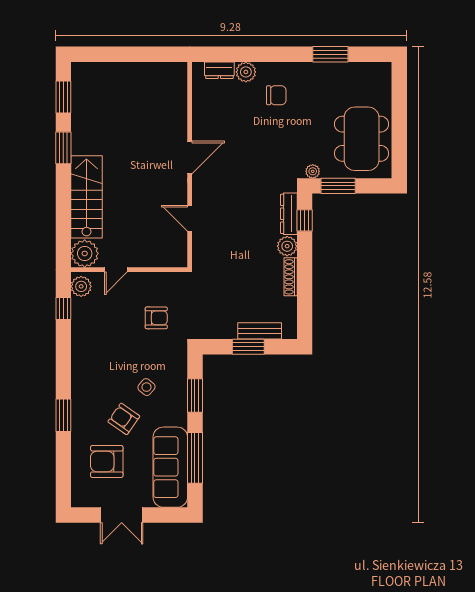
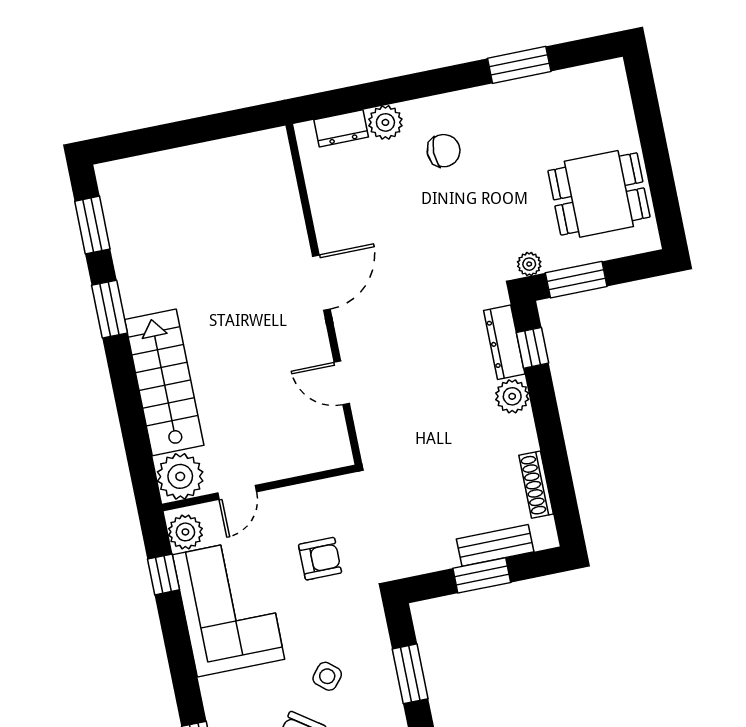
dining table: (362, 139) -> (599, 194), width x0.73
shoe rack: (291, 277) -> (536, 485), moved
corner sofa: (97, 335) -> (229, 607), added

